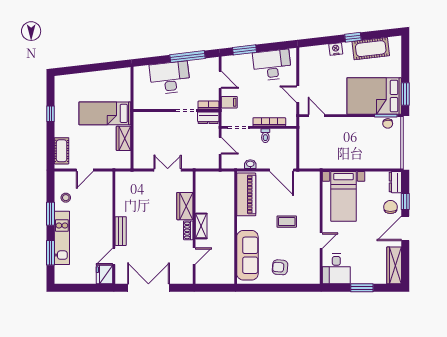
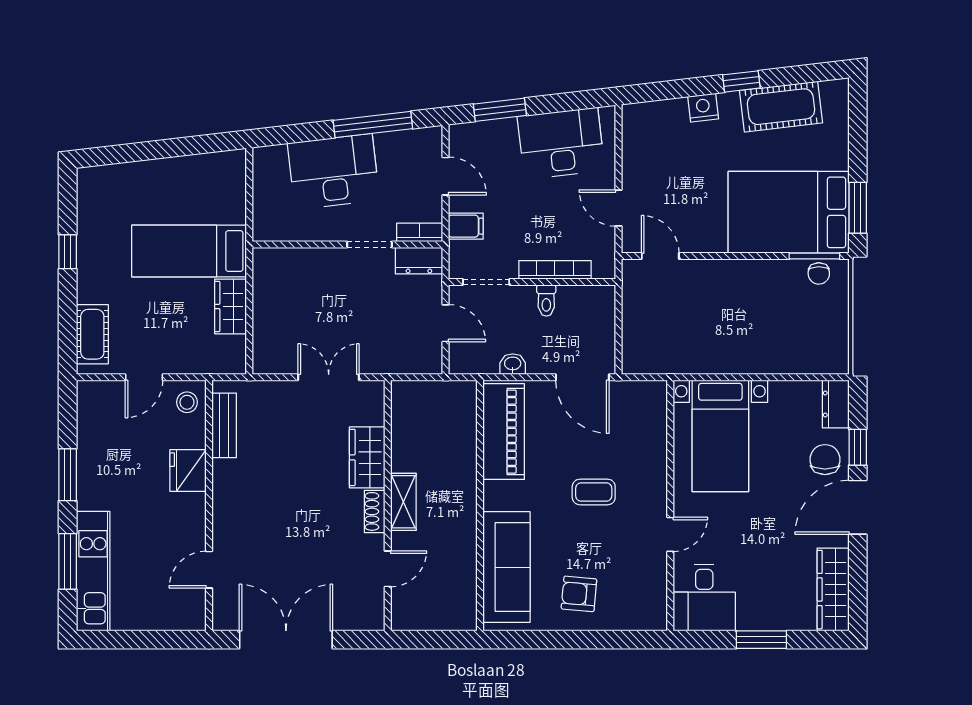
stool: (66, 198) -> (187, 402), moved
bench: (121, 231) -> (224, 425), moved
kitchen unit: (62, 238) -> (93, 571), moved
fridge: (105, 275) -> (188, 470), moved

